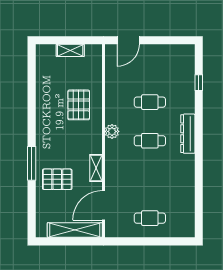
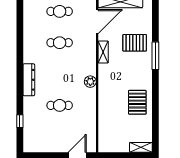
shelving: (70, 50) -> (141, 147), moved
pallet: (79, 105) -> (137, 102), moved
cafe table: (150, 141) -> (60, 43), moved

